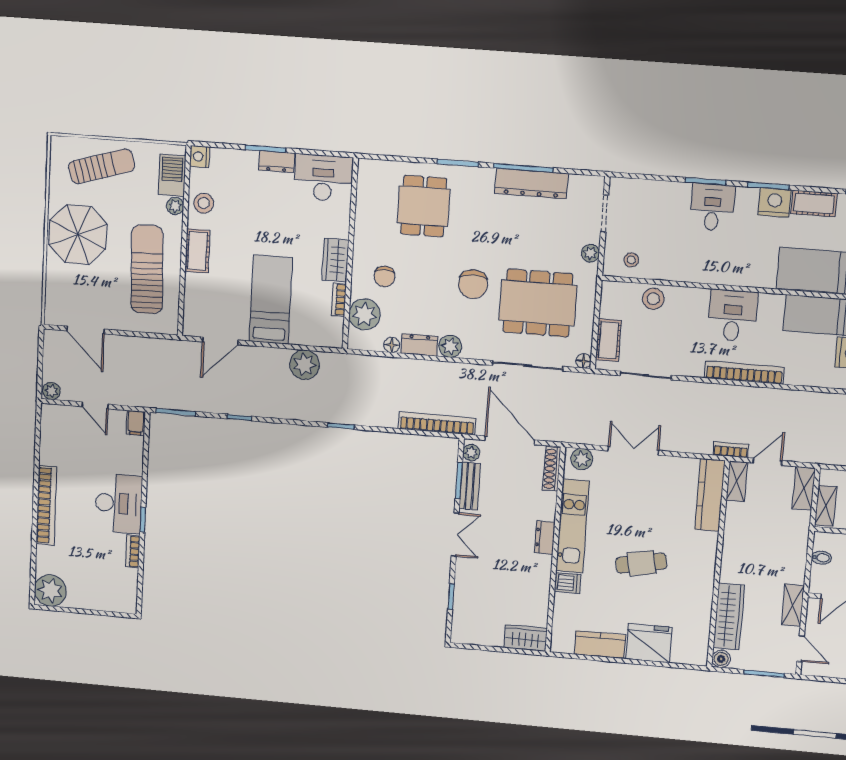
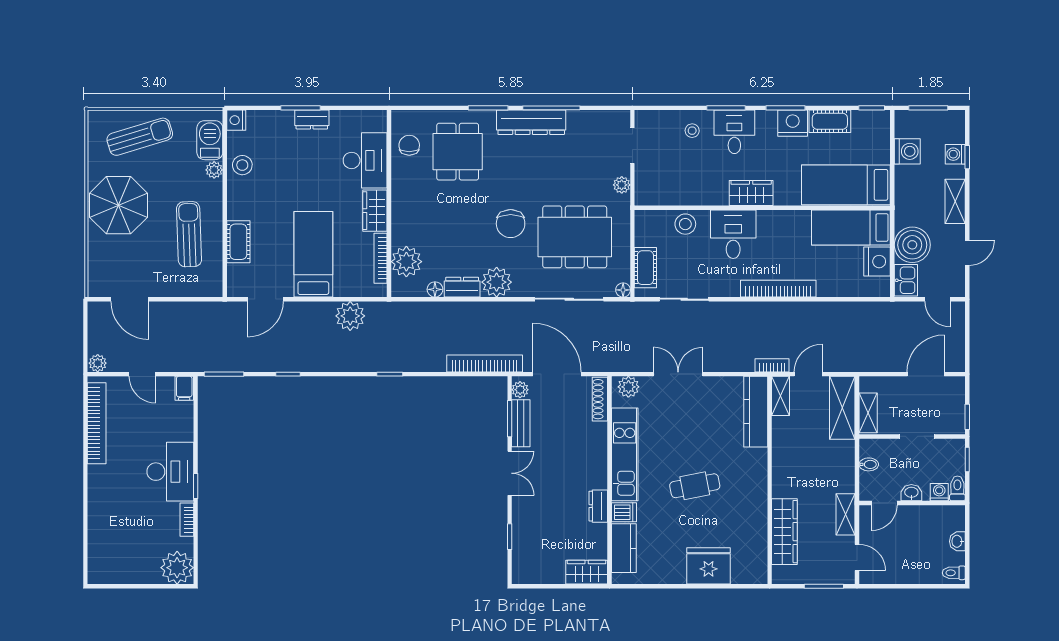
desk: (323, 178) -> (365, 160), moved, turned 90
dresser: (531, 184) -> (531, 122), moved
cot: (197, 251) -> (238, 242), moved
stool: (631, 260) -> (692, 131), moved
sun lounger: (147, 269) -> (189, 234), width x0.73, depth x0.75
wardrobe: (724, 272) -> (751, 193), added
chair: (384, 277) -> (409, 145), moved, turned 180
bookcase: (339, 300) -> (380, 258), width x1.56
desk: (732, 315) -> (733, 234), moved
plant: (450, 346) -> (497, 282), width x1.36, depth x1.36
shelving: (804, 488) -> (842, 408), width x1.50, depth x1.33
bookcase: (46, 505) -> (97, 423), moved
dresser: (545, 537) -> (598, 506), moved
plant: (50, 590) -> (177, 568), moved
kitchen counter: (600, 645) -> (624, 548), moved, turned 90
boiler: (721, 659) -> (781, 575), removed

